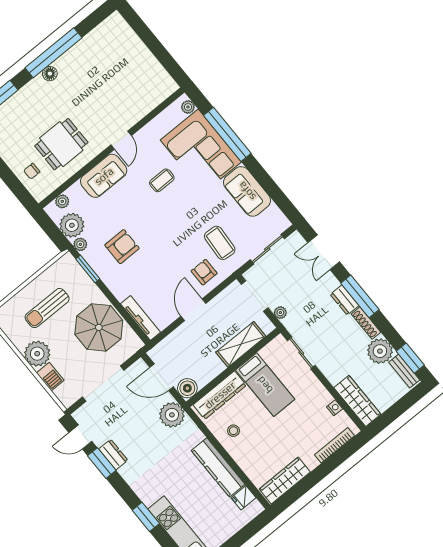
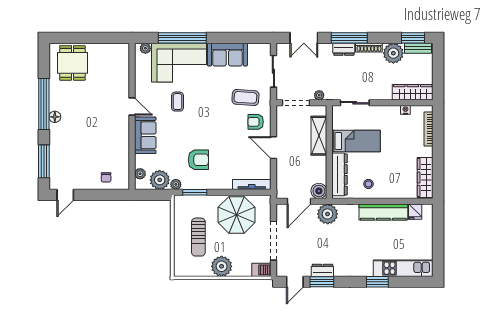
dining table: (61, 144) -> (72, 63), moved
armchair: (122, 247) -> (198, 160), turned 90
barbecue: (50, 377) -> (261, 270), moved

